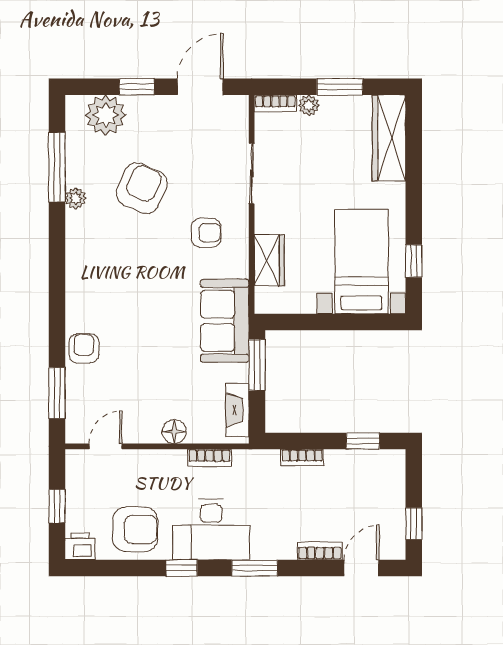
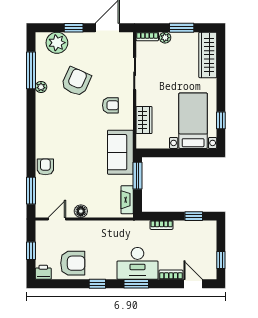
floor lamp: (174, 432) -> (81, 211), moved
bookcase: (210, 458) -> (112, 225), removed
desk: (211, 530) -> (137, 263), moved
door: (362, 568) -> (193, 284), hinge flipped

